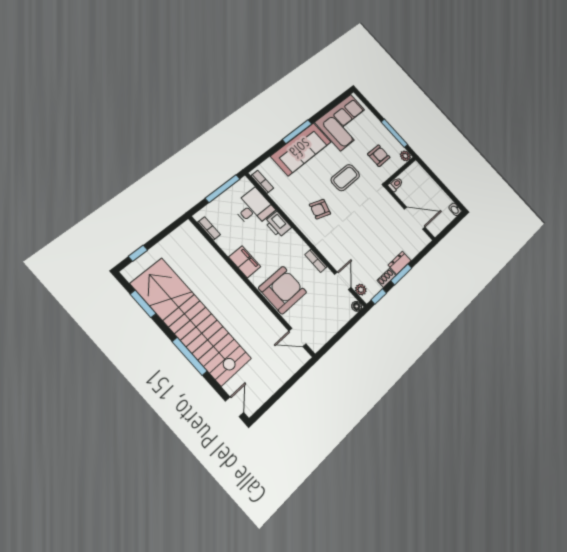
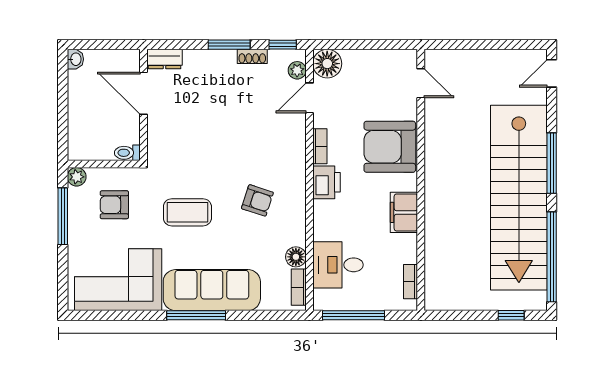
floor lamp: (277, 196) -> (296, 257), added
printer: (278, 225) -> (326, 182), moved
dresser: (400, 263) -> (164, 59), moved
window: (143, 304) -> (552, 257), width x2.11
floor lamp: (357, 306) -> (327, 64), width x1.89, depth x1.89

